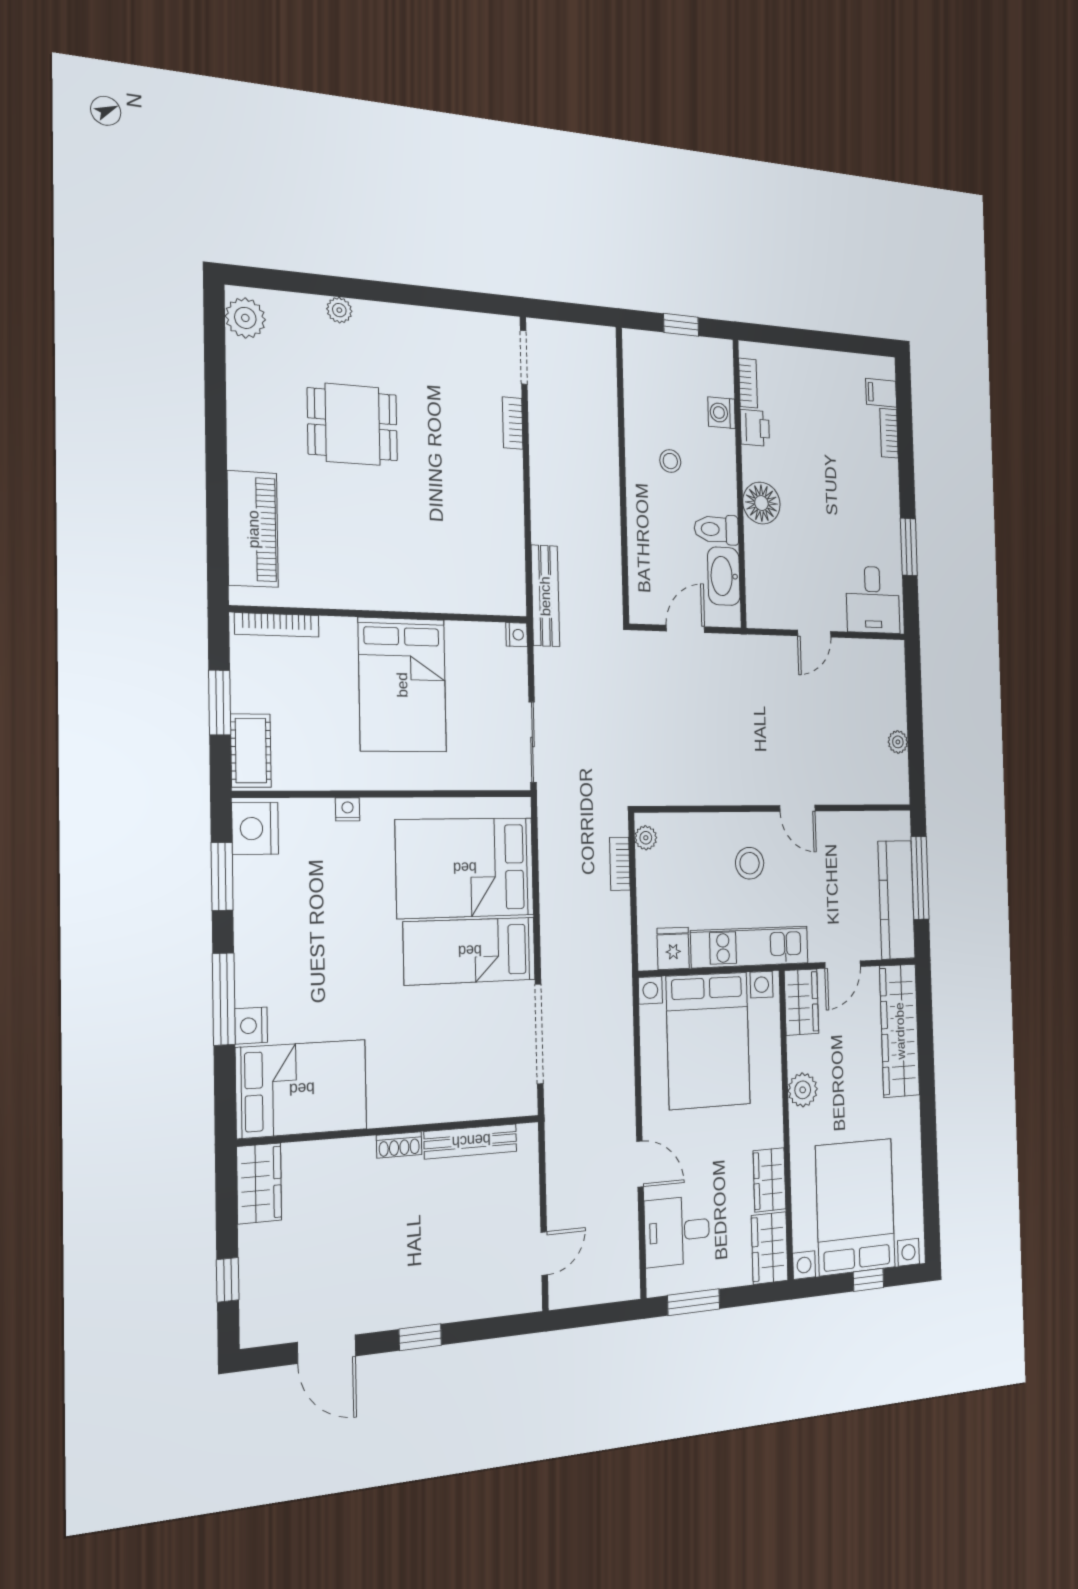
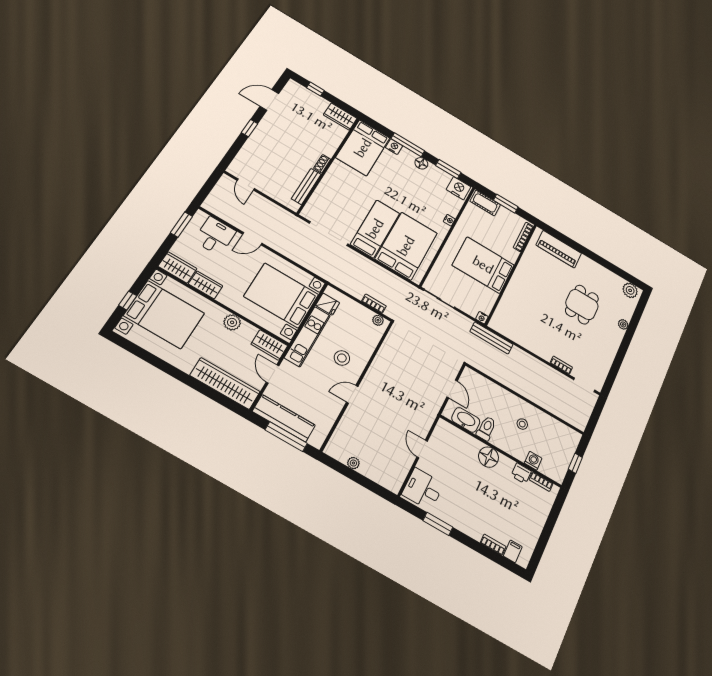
floor lamp: (250, 943) -> (421, 163), added

